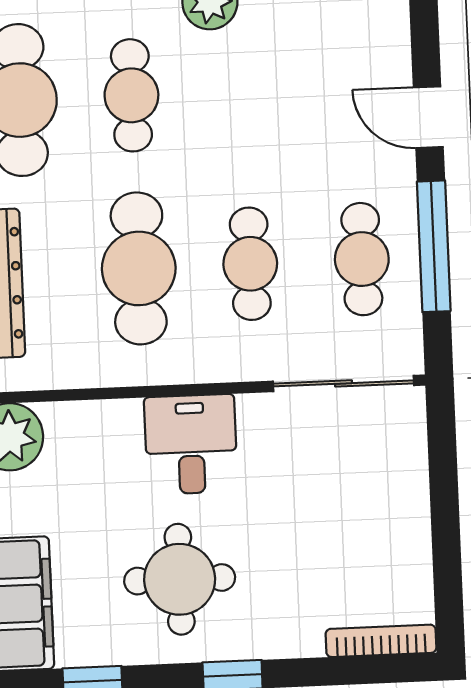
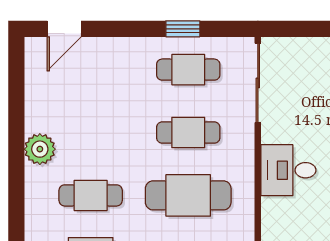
door: (428, 117) -> (64, 29), moved
window: (434, 246) -> (183, 29), width x0.46

